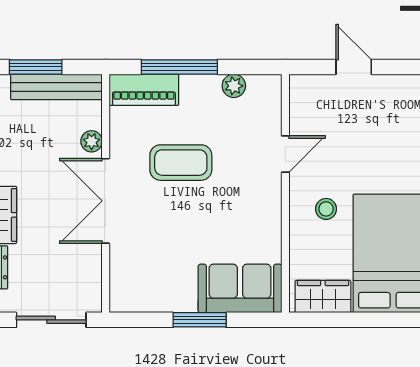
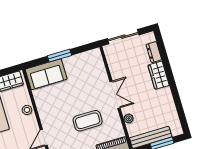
double door: (106, 201) -> (115, 95), width x0.73
stool: (326, 209) -> (27, 110), moved

